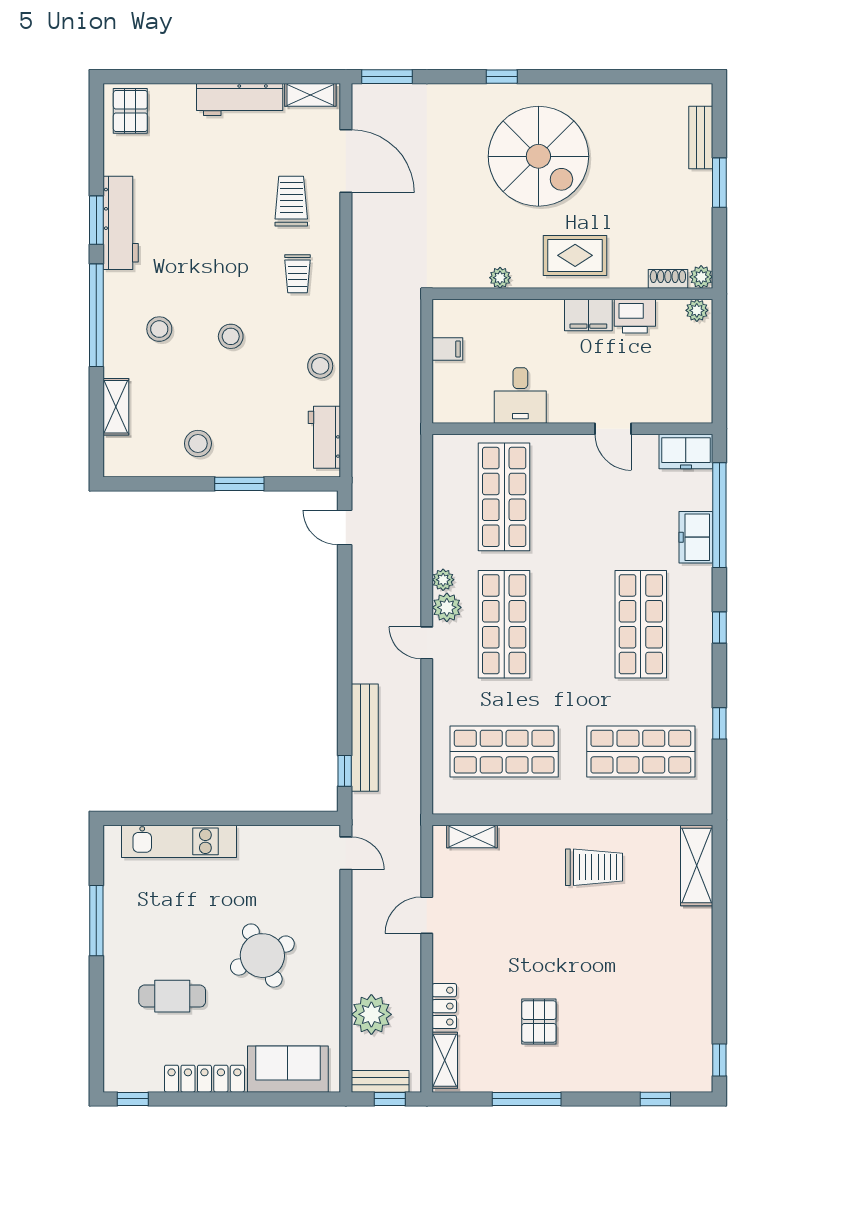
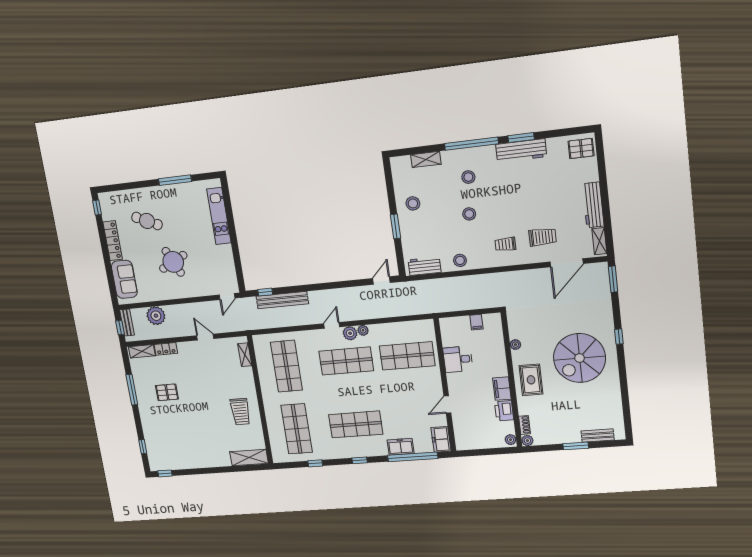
cafe table: (172, 996) -> (147, 221), turned -65

